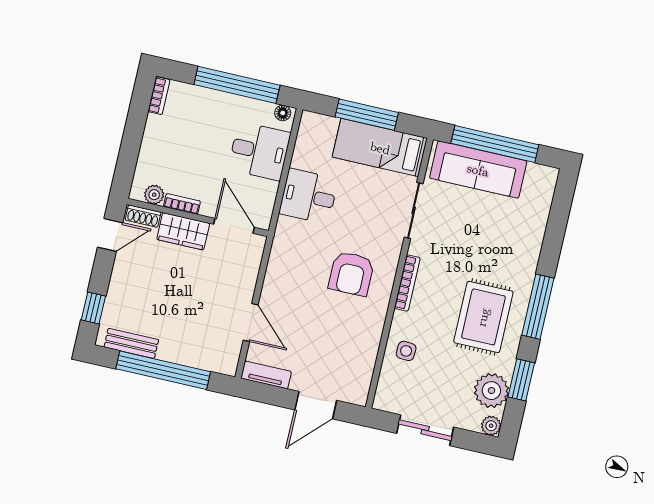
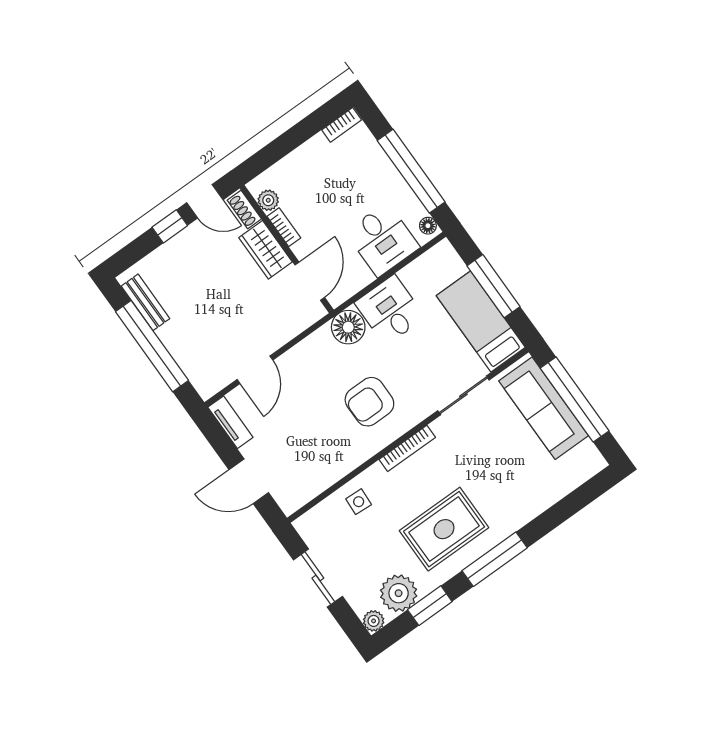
floor lamp: (290, 234) -> (348, 327), added
window: (93, 308) -> (170, 226), moved

